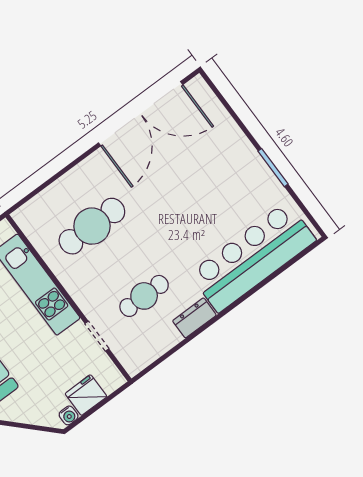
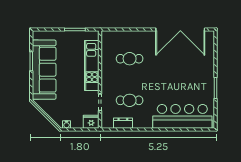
cafe table: (92, 226) -> (130, 59), width x0.73, depth x0.74
dresser: (194, 318) -> (123, 123), moved
fridge: (86, 395) -> (91, 122), moved

